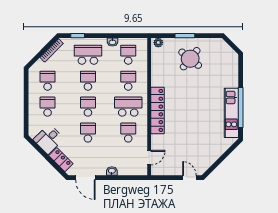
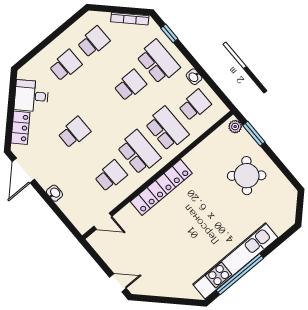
window: (185, 36) -> (254, 134), moved
school desk: (128, 81) -> (167, 129), width x1.85
school desk: (88, 107) -> (102, 109), removed
kitchen unit: (231, 113) -> (235, 261), width x1.36
door: (189, 178) -> (118, 283), hinge flipped

